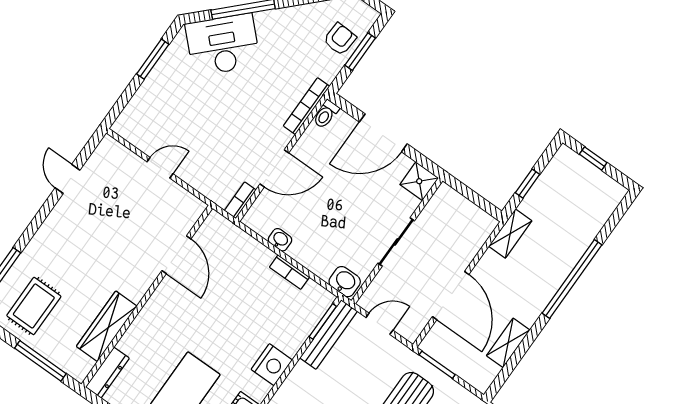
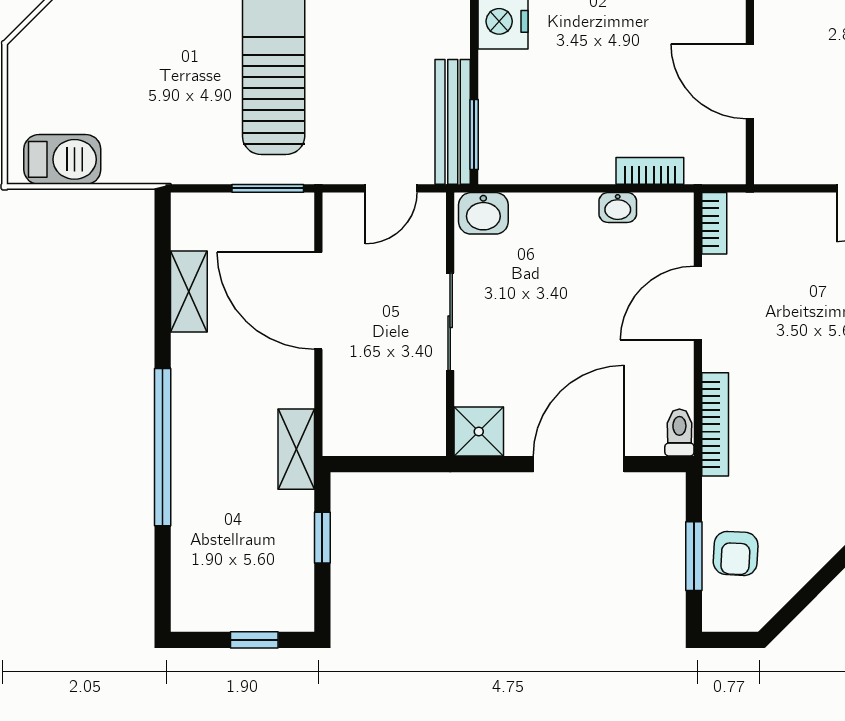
bookcase: (289, 272) -> (650, 171), moved

